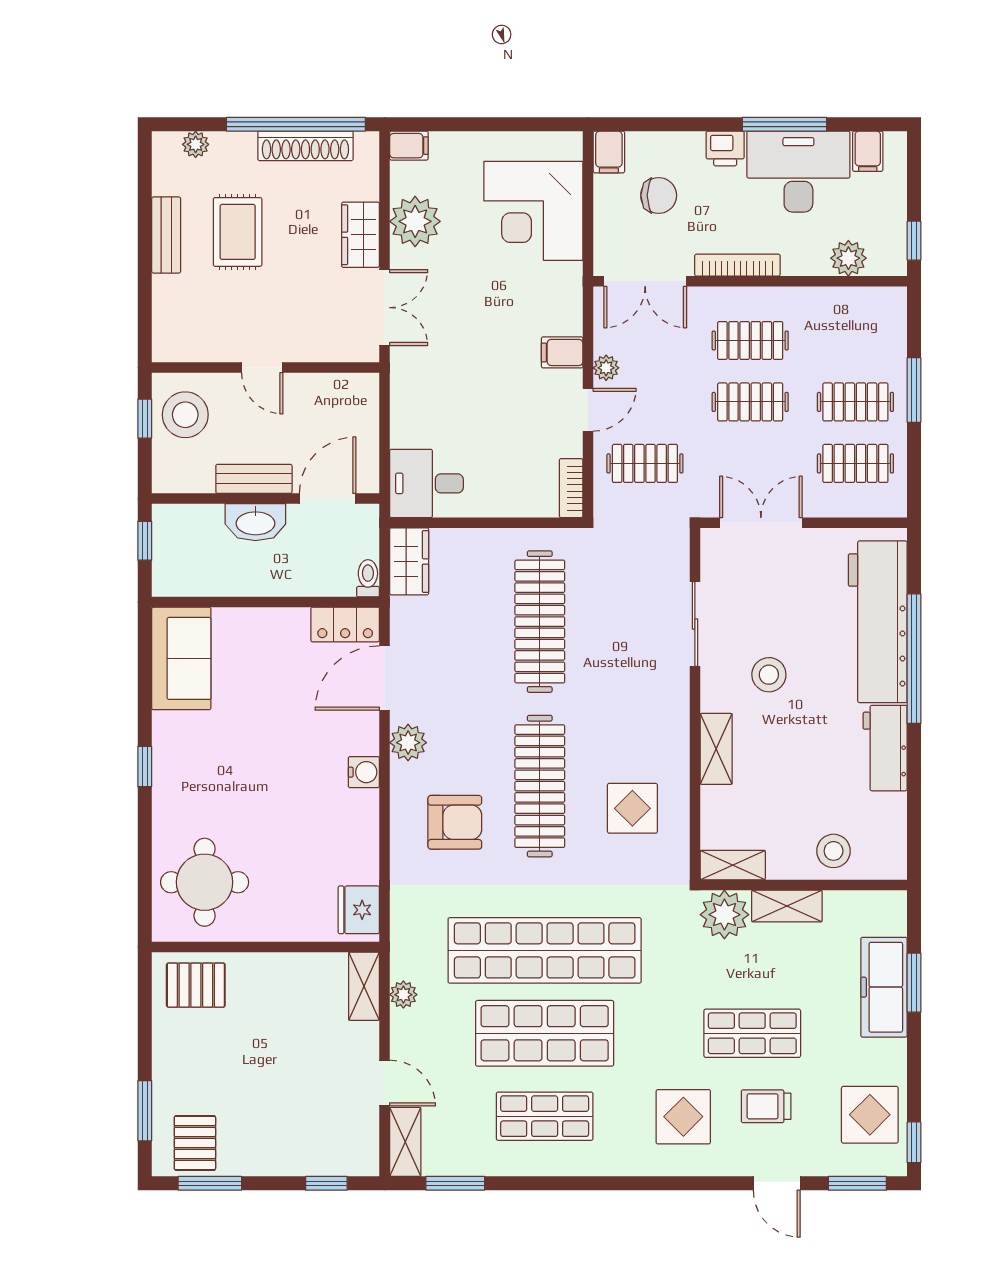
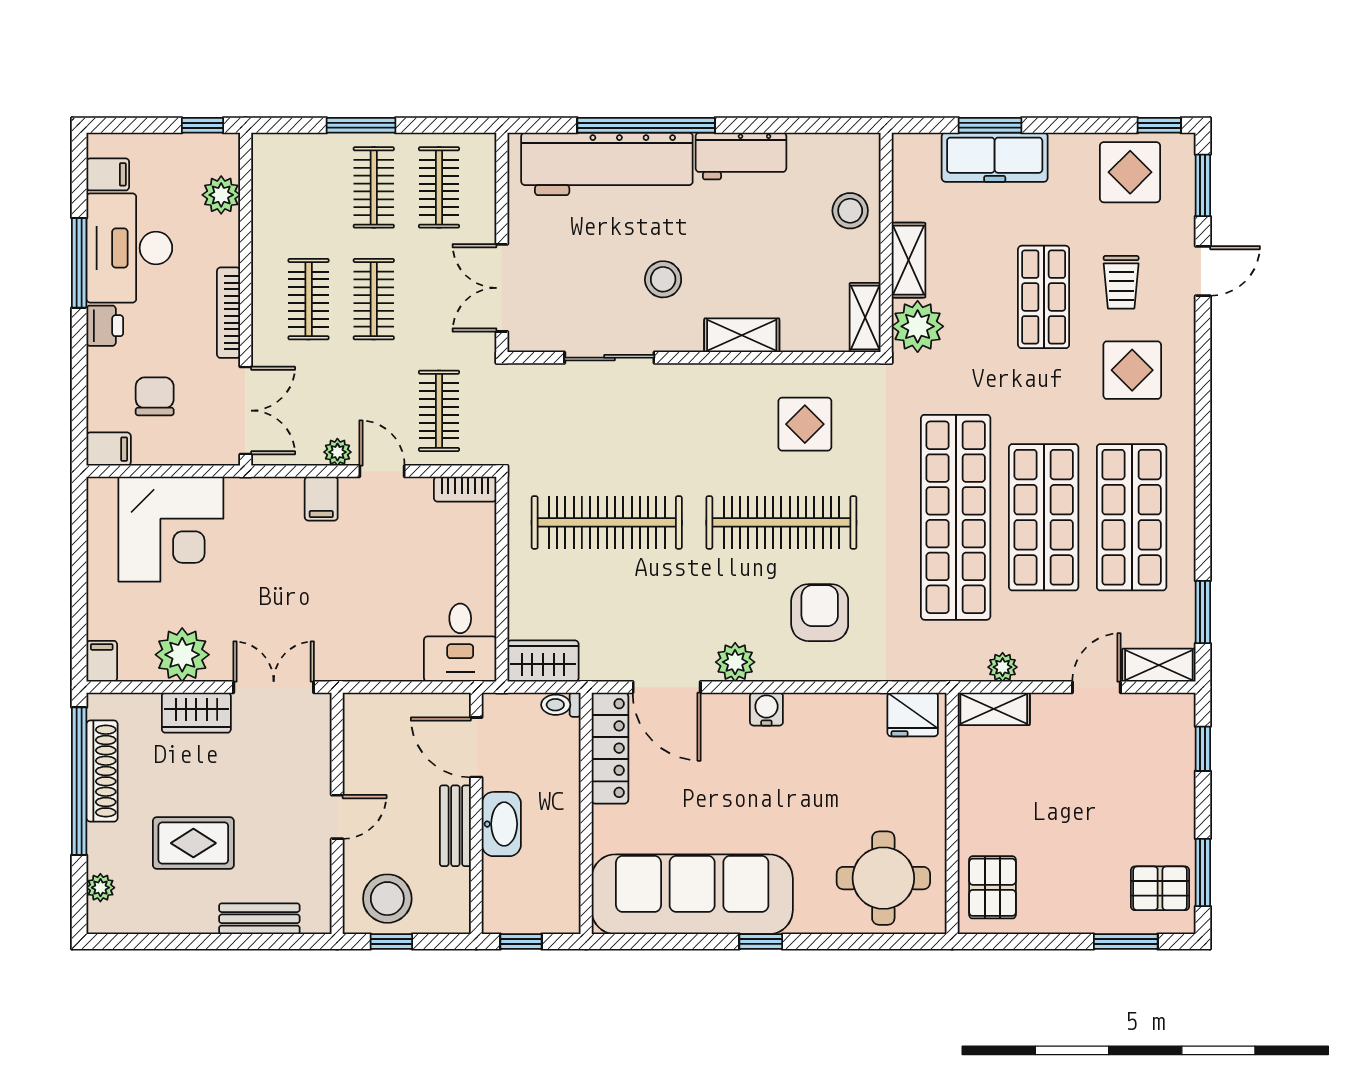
bench: (166, 235) -> (259, 919), moved
locker: (345, 625) -> (610, 748), width x1.53
sofa: (181, 658) -> (692, 894), width x1.85, depth x1.27
shop shelf: (545, 1116) -> (1132, 517), width x1.43, depth x1.36

